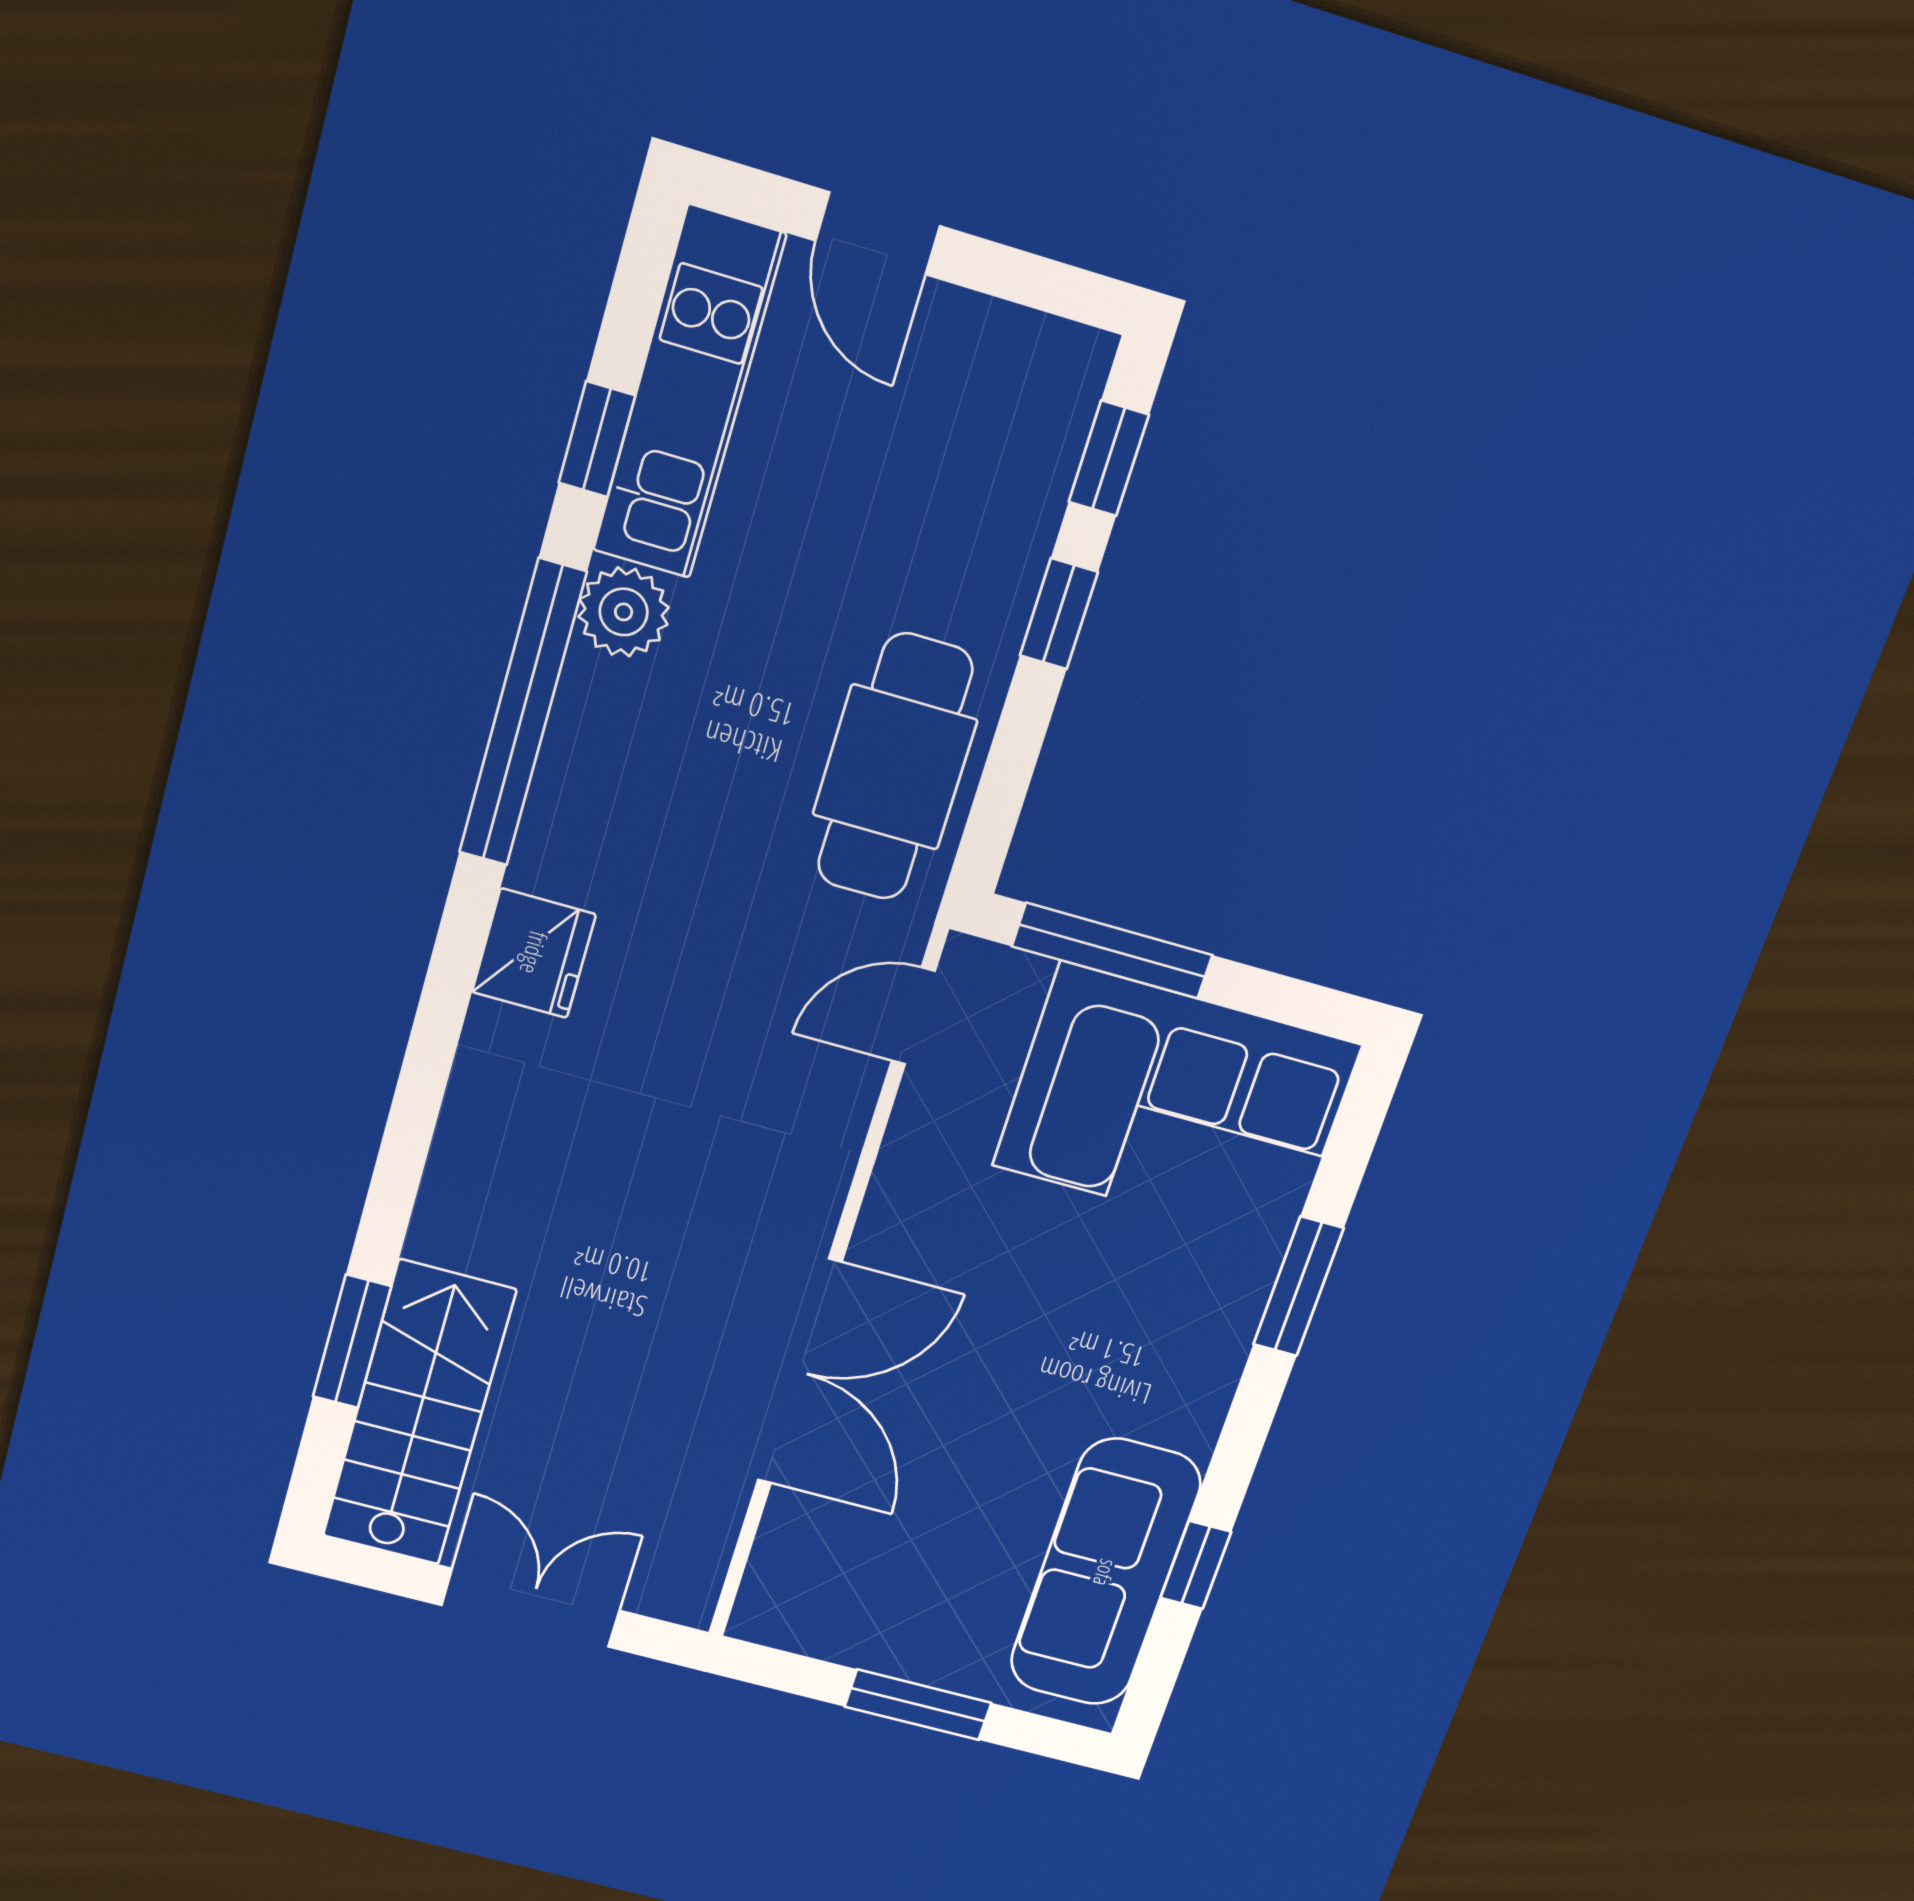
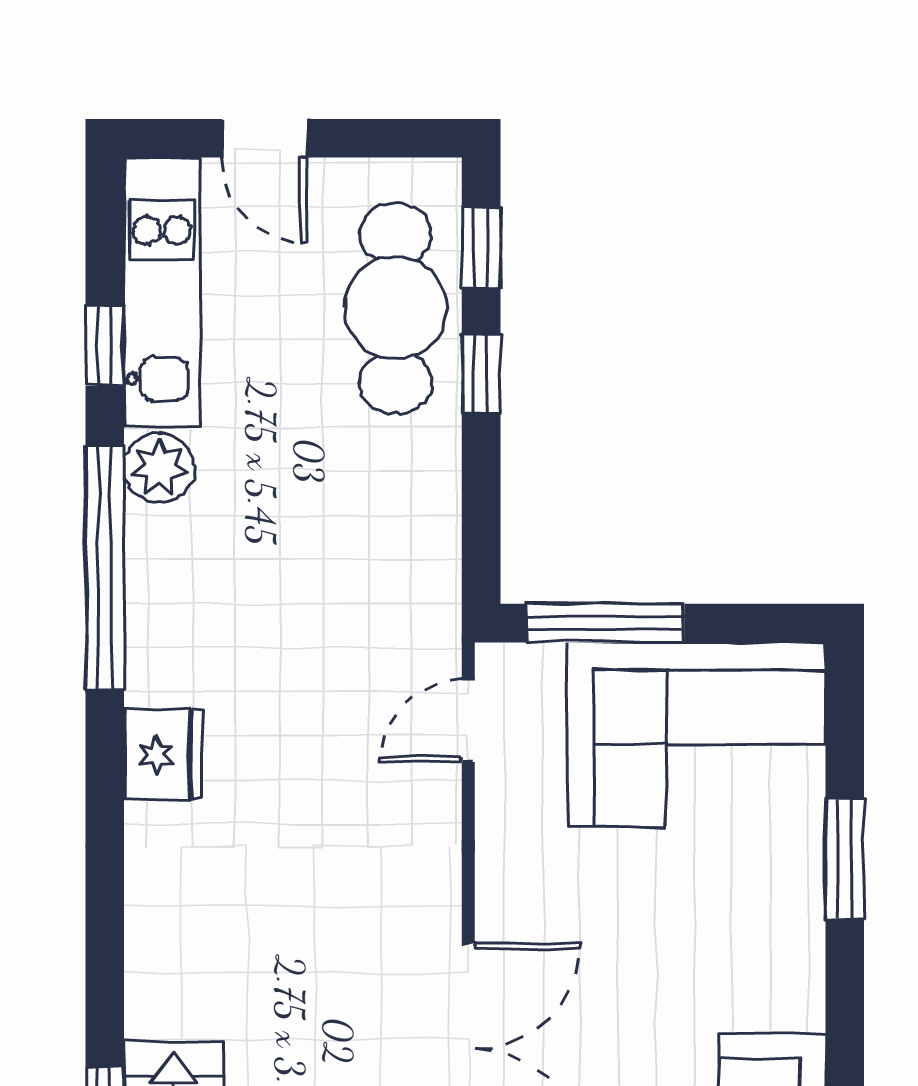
cafe table: (895, 767) -> (396, 308), moved

